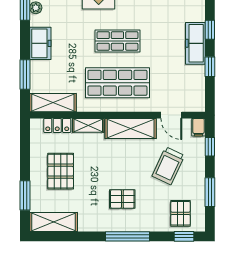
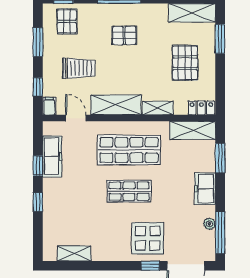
freezer: (195, 43) -> (52, 156), moved
locker: (57, 125) -> (201, 108), moved
trolley: (168, 166) -> (79, 68), turned 65

